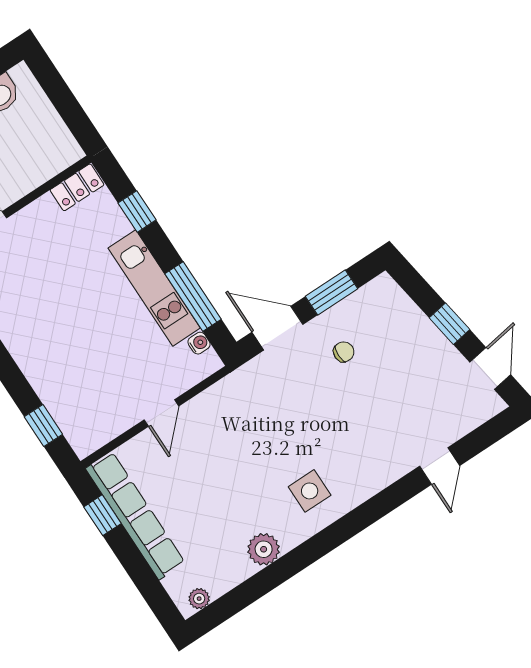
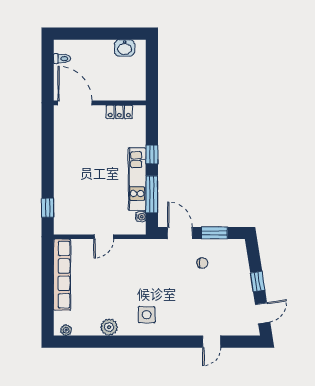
locker: (77, 187) -> (119, 112), moved
window: (137, 211) -> (152, 155), moved
window: (103, 515) -> (48, 265), removed

